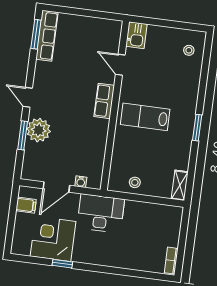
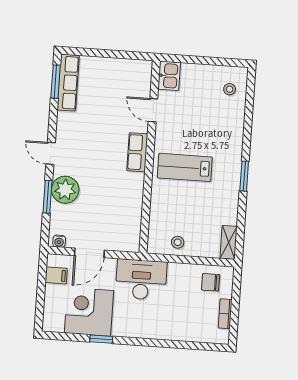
water cooler: (81, 182) -> (59, 241), moved
chair: (162, 219) -> (211, 282), added
bookcase: (171, 261) -> (225, 314), moved

